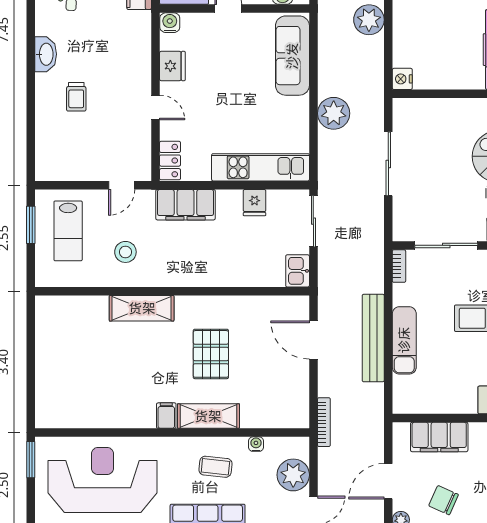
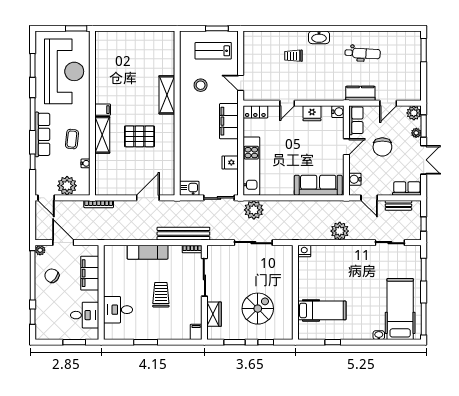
plant: (334, 113) -> (254, 210), moved
bench: (373, 338) -> (183, 234), moved
chair: (444, 500) -> (52, 276), turned -77

